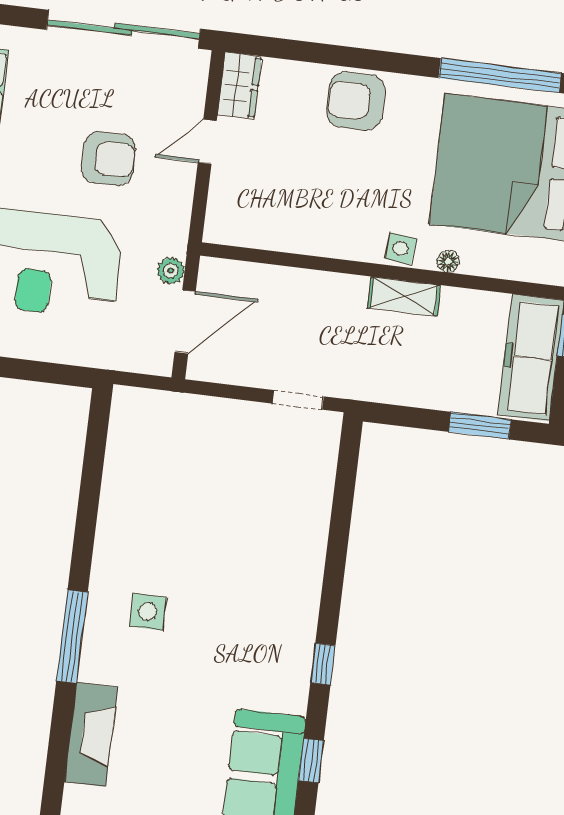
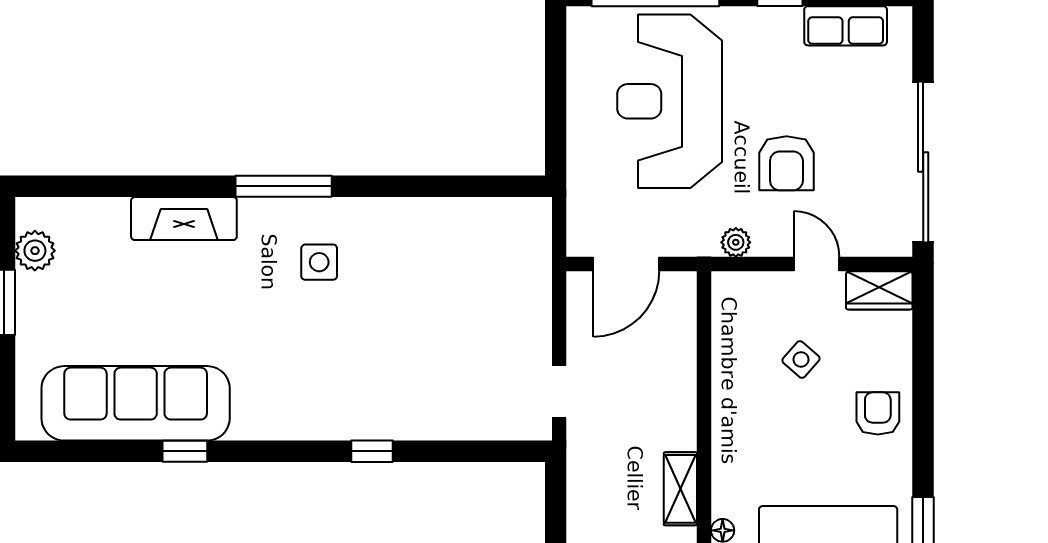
armchair: (356, 101) -> (878, 413), width x0.72, depth x0.72
side table: (401, 249) -> (801, 359), moved, turned 35
plant: (171, 271) -> (736, 242), moved
door: (185, 322) -> (626, 264), hinge flipped
window: (323, 664) -> (372, 451), moved

